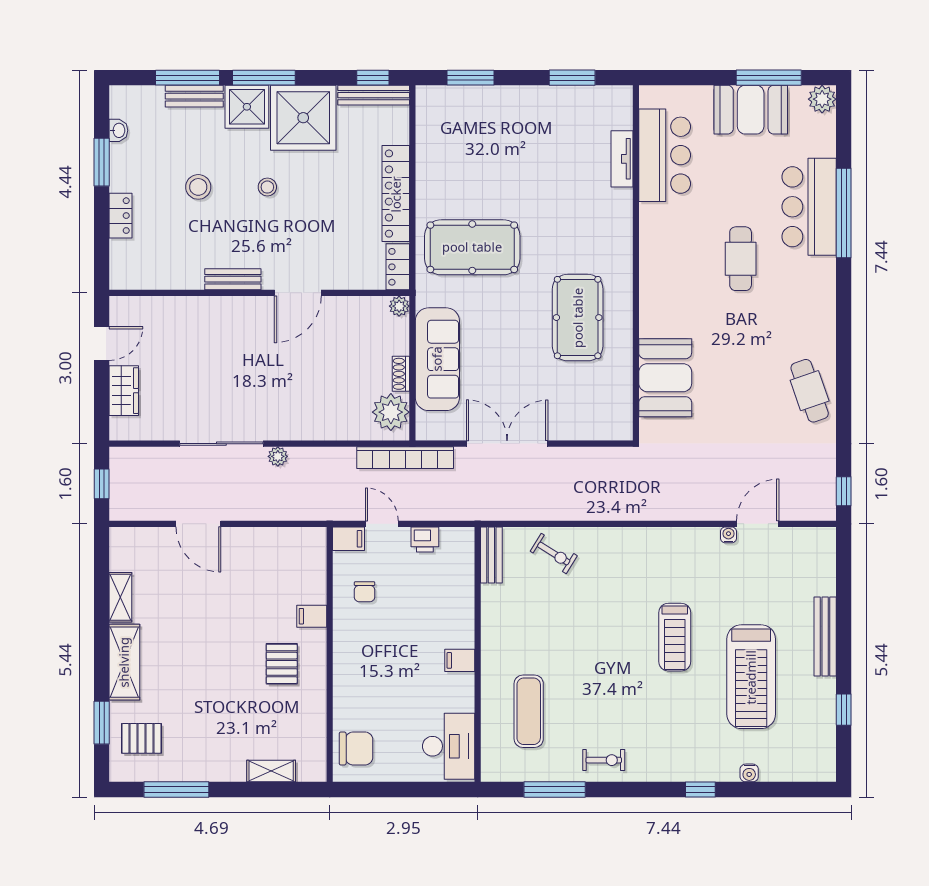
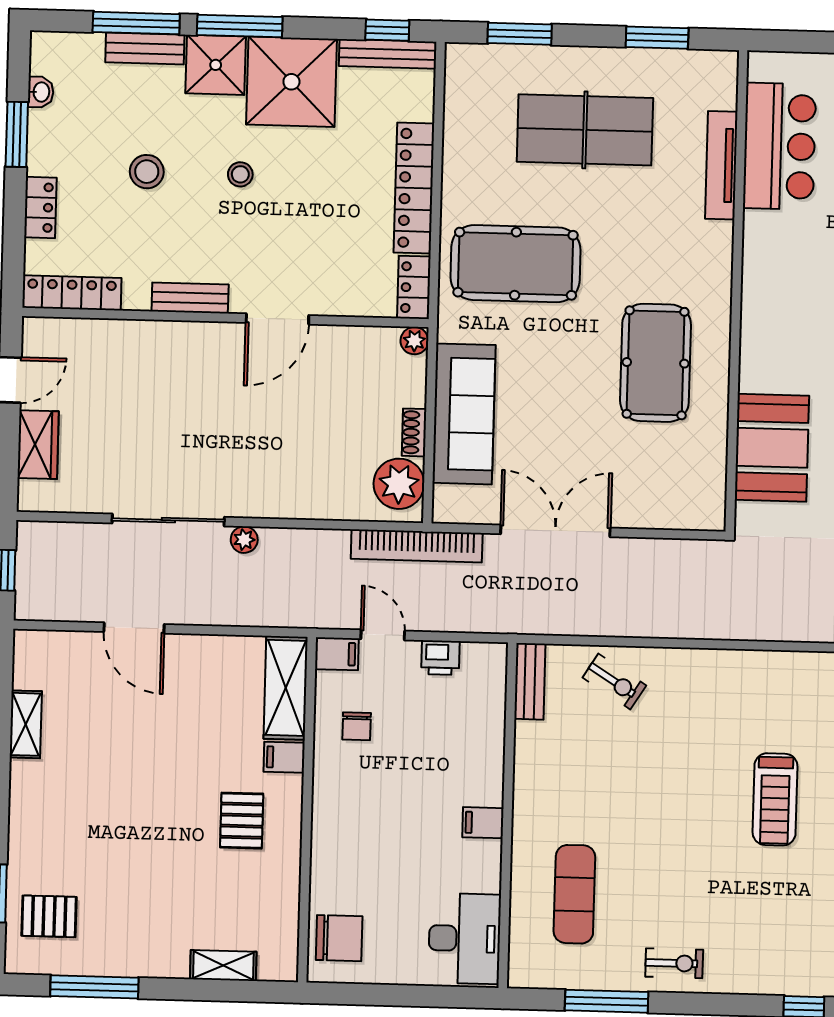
table tennis table: (521, 147) -> (585, 130), added
tv unit: (622, 159) -> (721, 165), width x1.41
locker: (145, 278) -> (72, 293), added
shelving: (124, 662) -> (286, 688), moved

